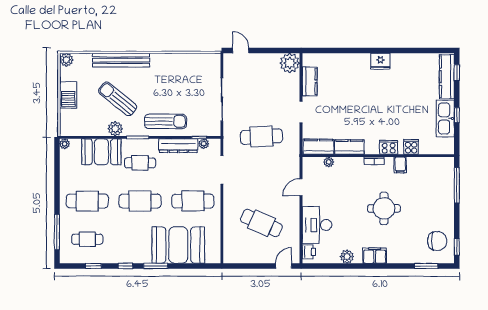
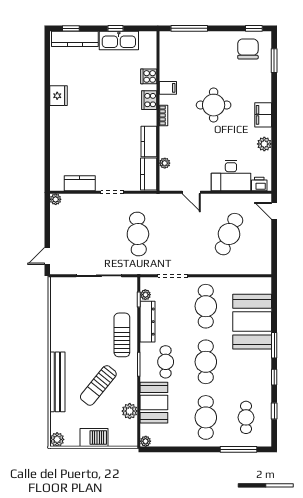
fridge: (380, 61) -> (59, 96), moved
plant: (290, 63) -> (56, 199), width x0.53, depth x0.53
plant: (115, 129) -> (130, 411), moved

